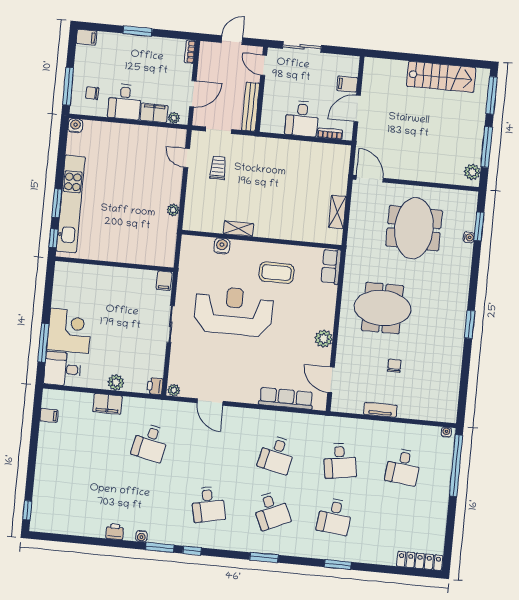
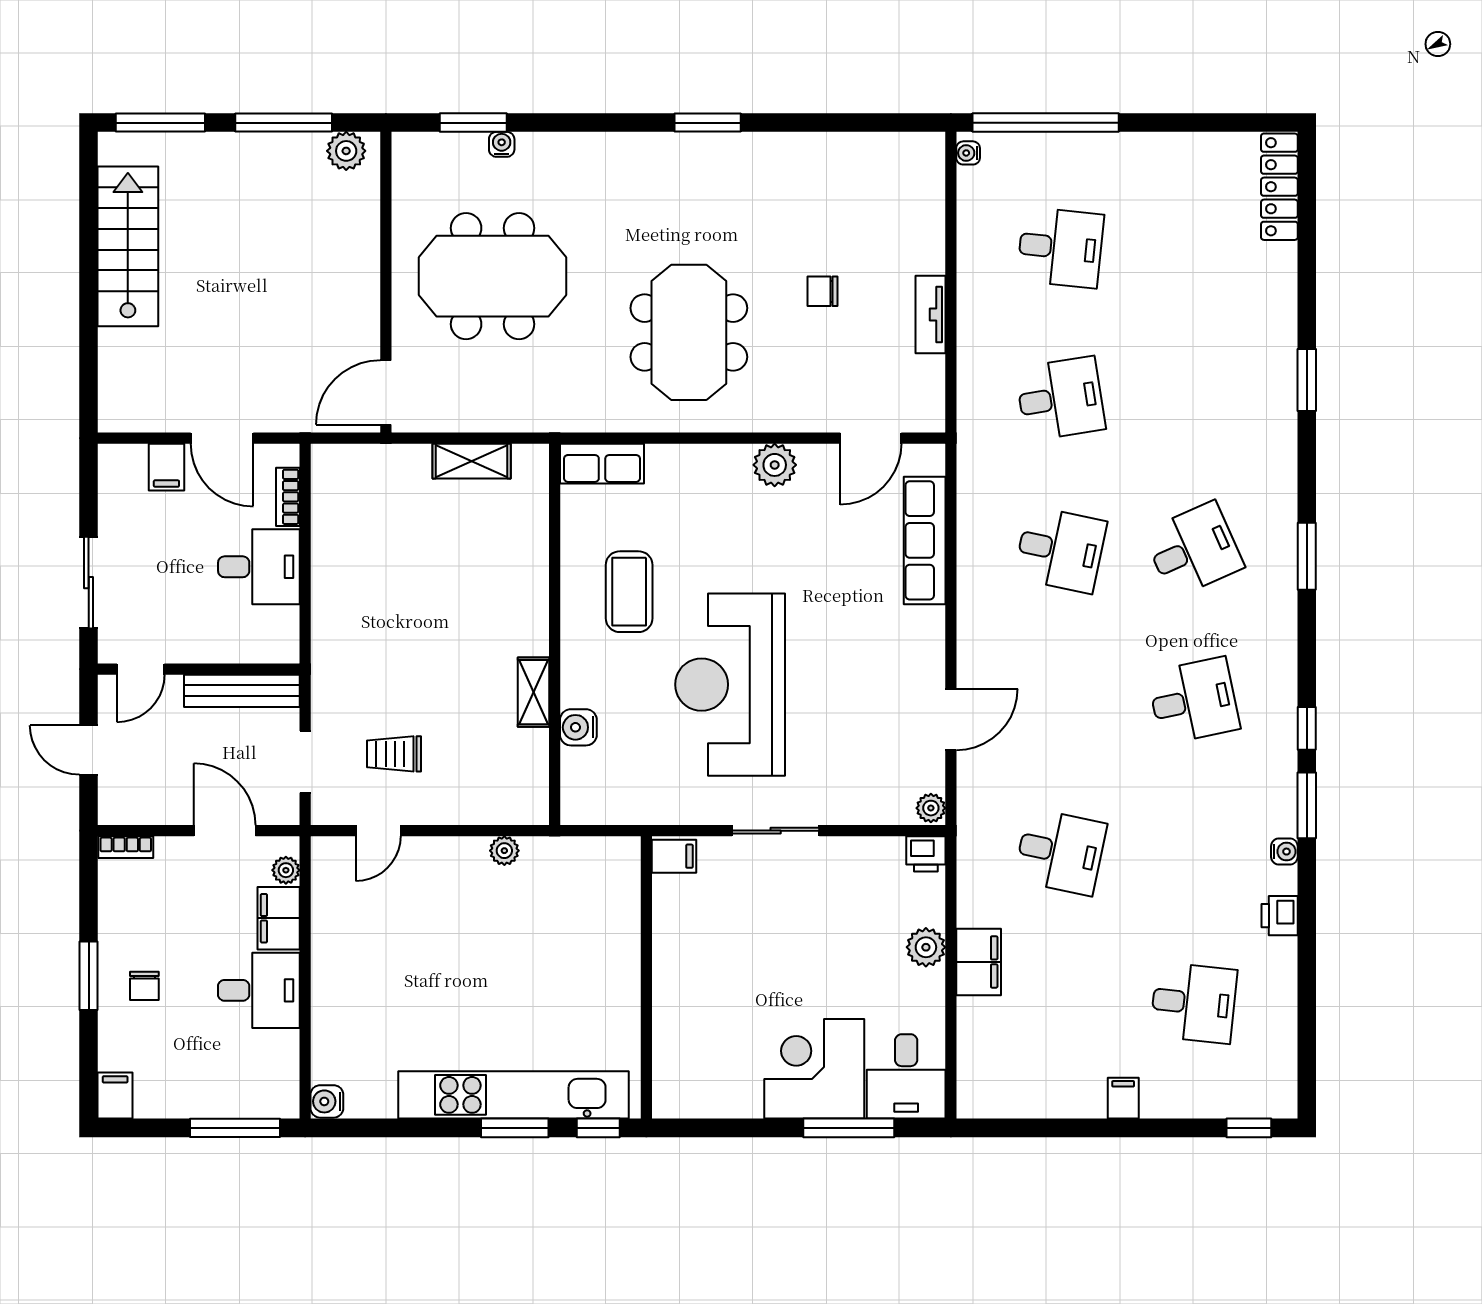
chair: (92, 93) -> (144, 986), moved
filing cabinet: (49, 415) -> (1123, 1098), moved
desk: (335, 516) -> (1194, 1003), moved

